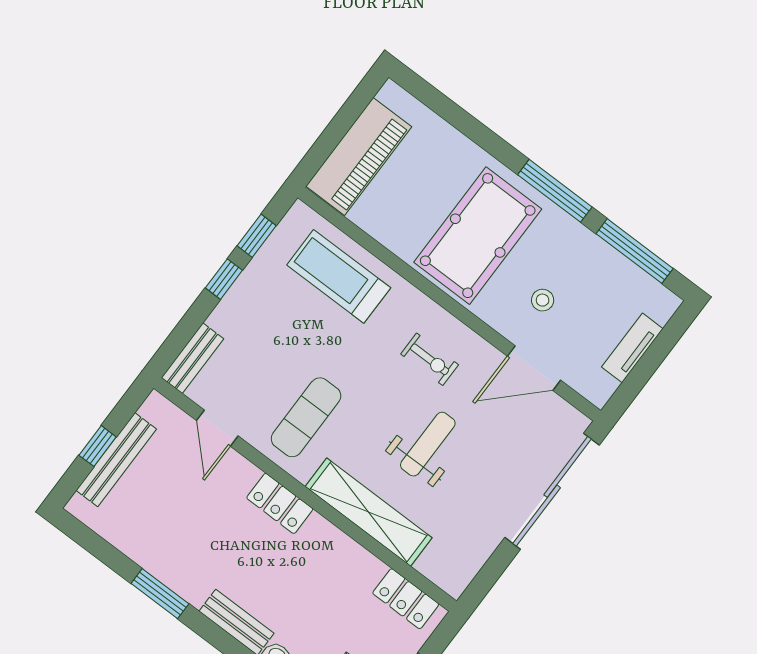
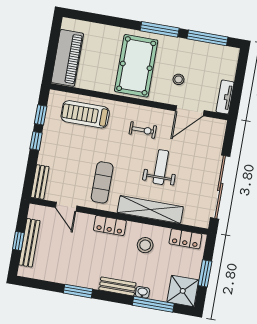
tv unit: (632, 348) -> (225, 97), moved
sliding door: (552, 491) -> (220, 187), moved
stool: (326, 572) -> (145, 245), added

